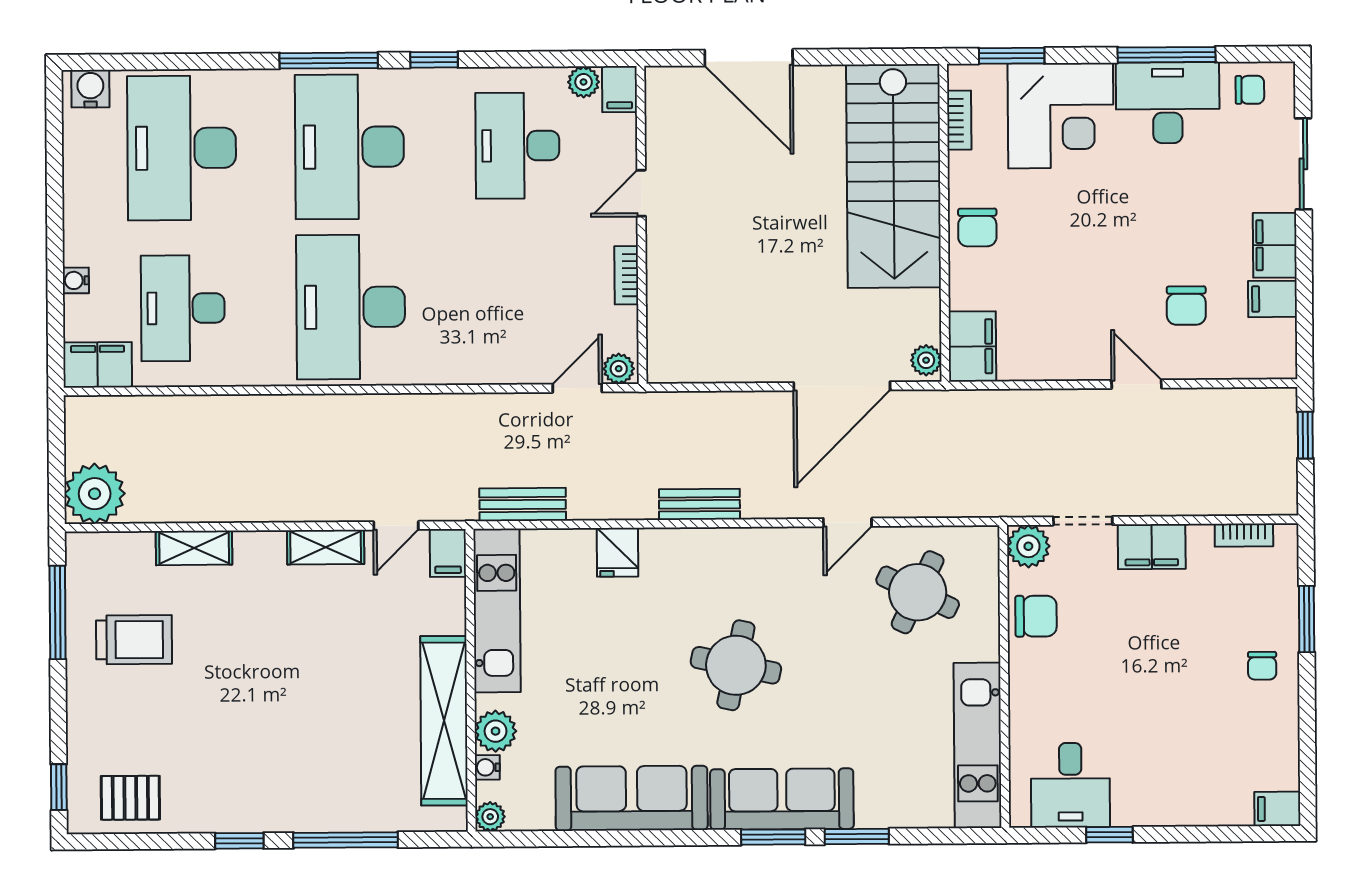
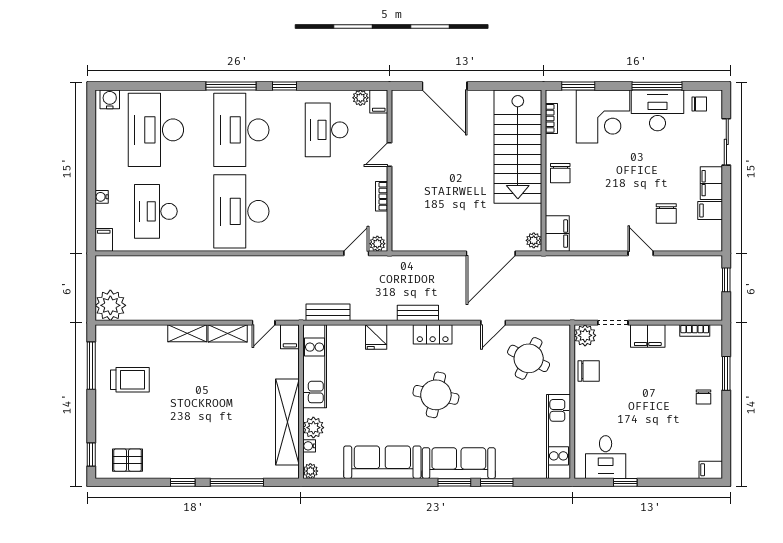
filing cabinet: (98, 365) -> (104, 240), width x0.50
locker: (729, 546) -> (433, 334), added
shelving: (194, 548) -> (187, 333), moved

